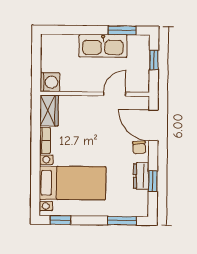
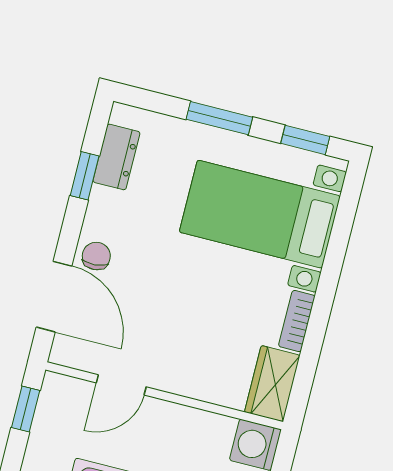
window: (154, 60) -> (26, 409), moved
dresser: (141, 176) -> (116, 157), moved
window: (122, 221) -> (219, 118), moved

